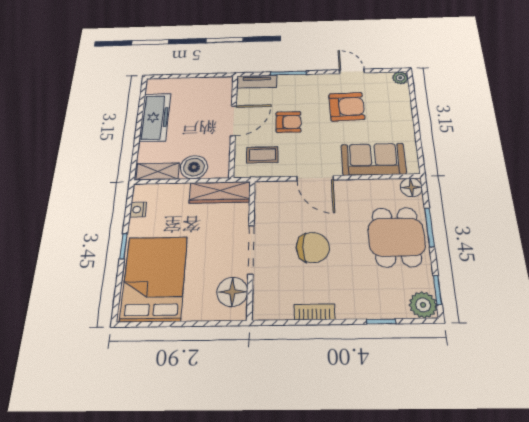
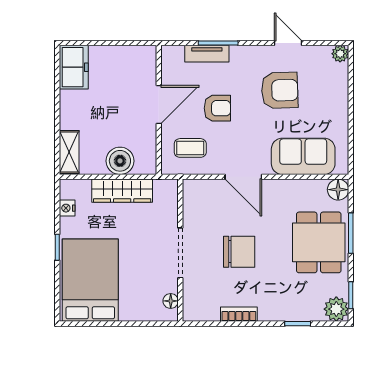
tv unit: (257, 82) -> (207, 54), moved
freezer: (155, 117) -> (74, 67), moved, width x0.71
shelving: (158, 171) -> (69, 152), moved, turned 90
wardrobe: (220, 192) -> (122, 191), moved
floor lamp: (232, 292) -> (171, 301), width x0.53, depth x0.53

